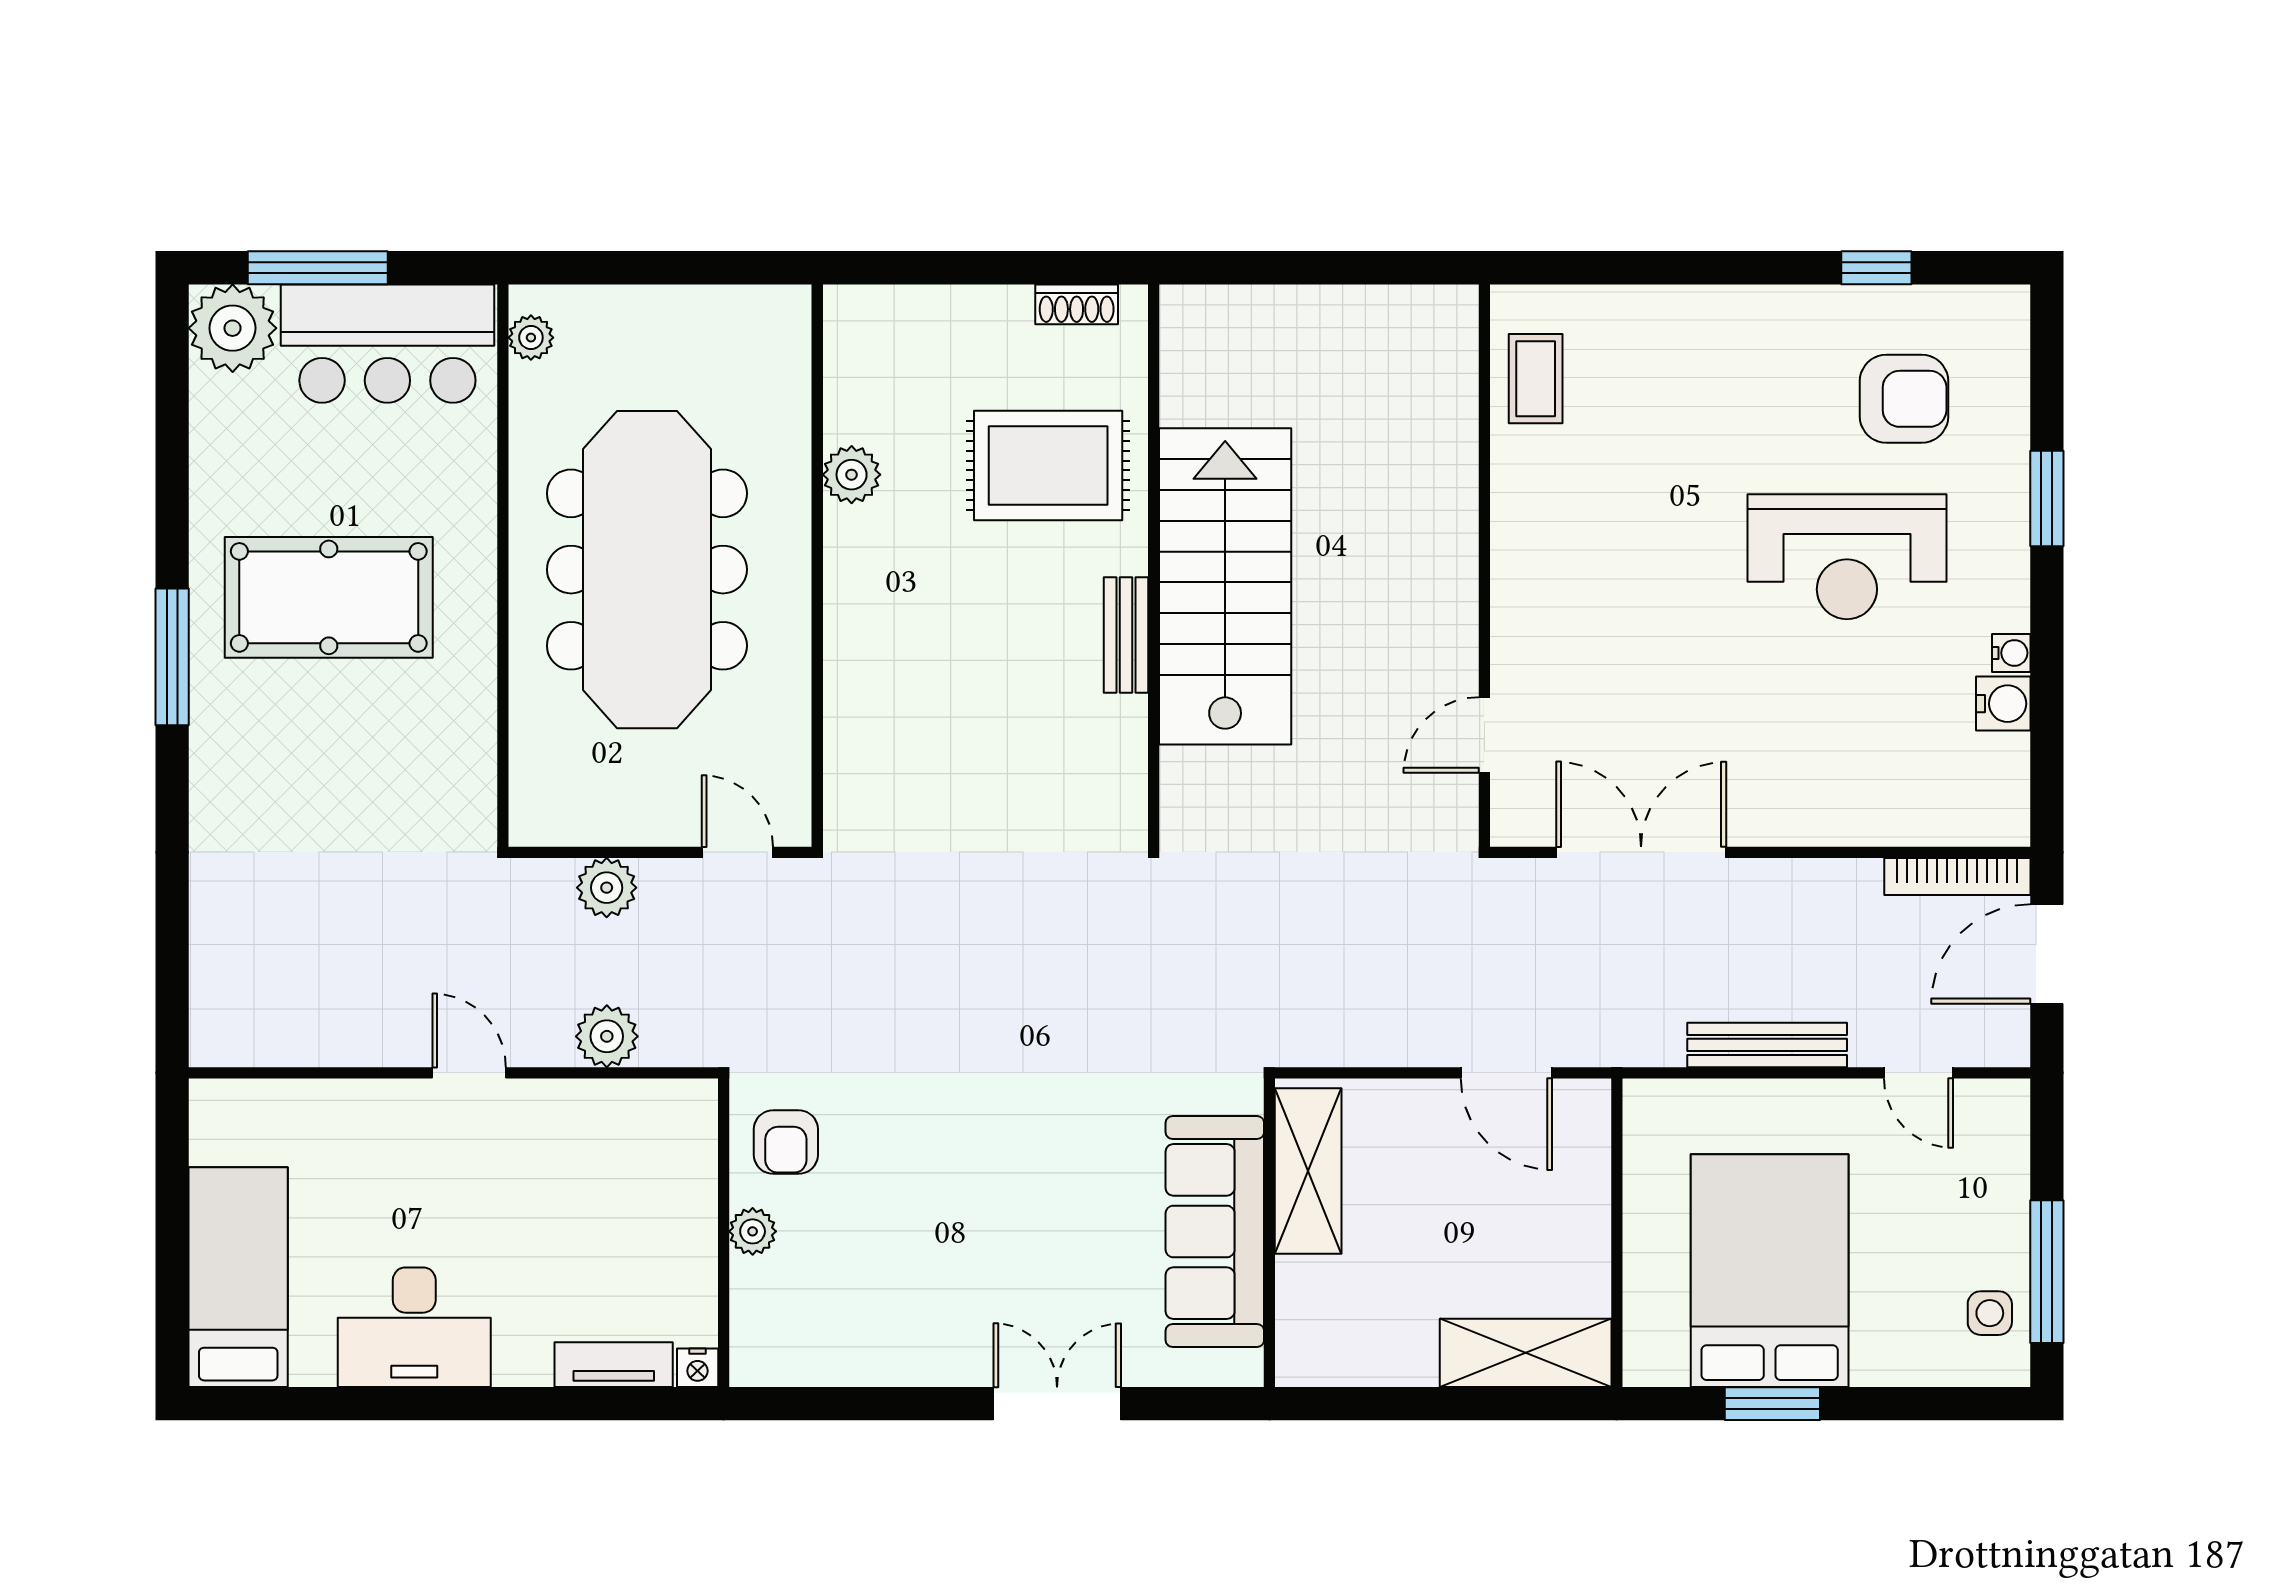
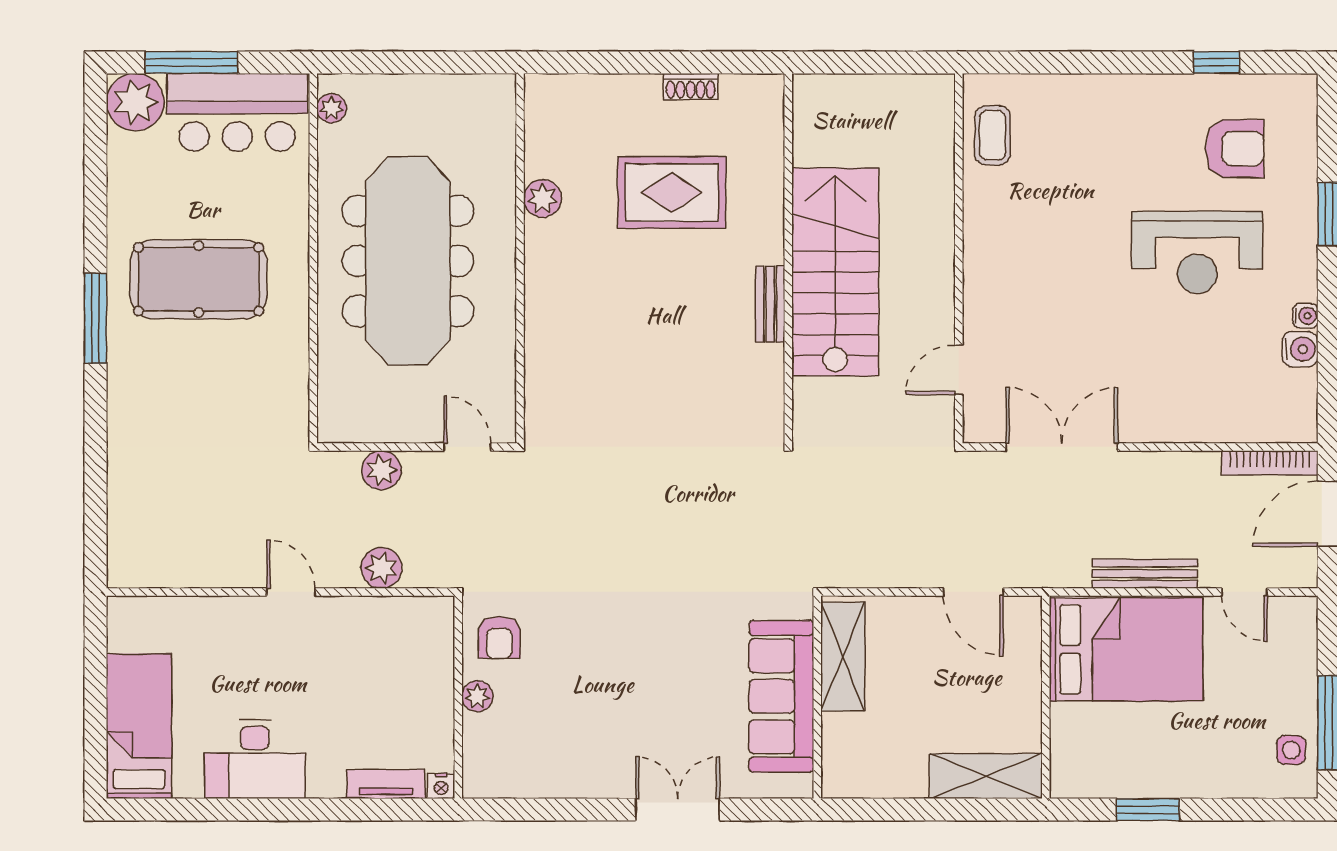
wall: (1154, 566) -> (788, 258), moved
stairs: (1225, 586) -> (835, 272), moved
bench: (1126, 635) -> (770, 304), moved
bed: (1770, 1271) -> (1126, 649), moved, turned 90

